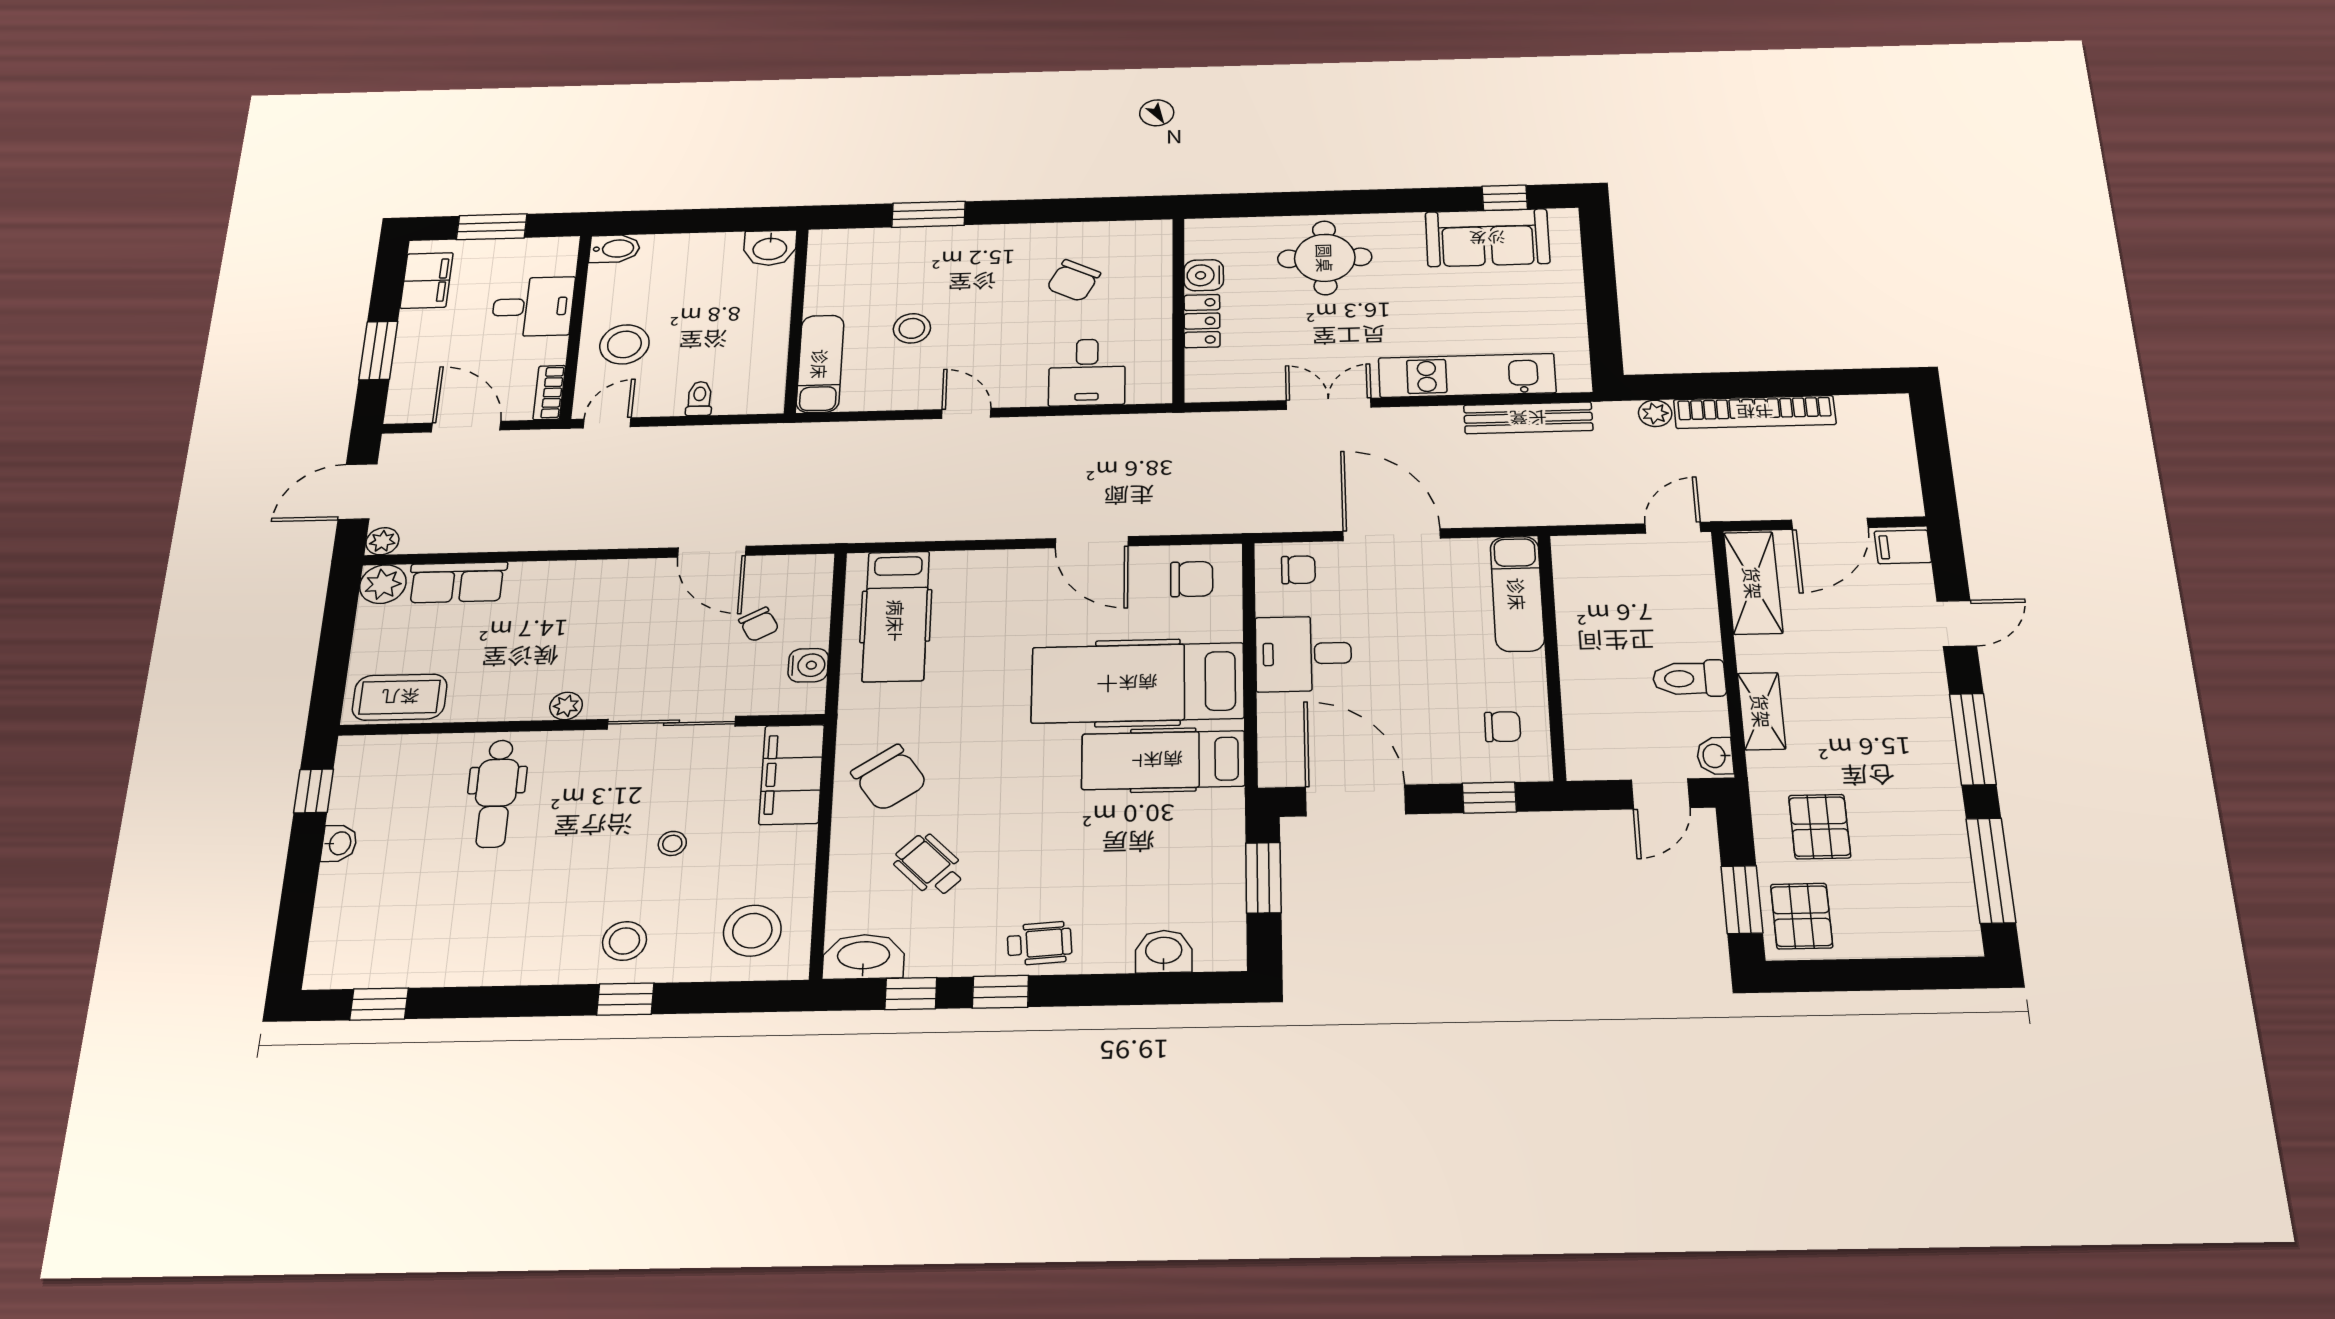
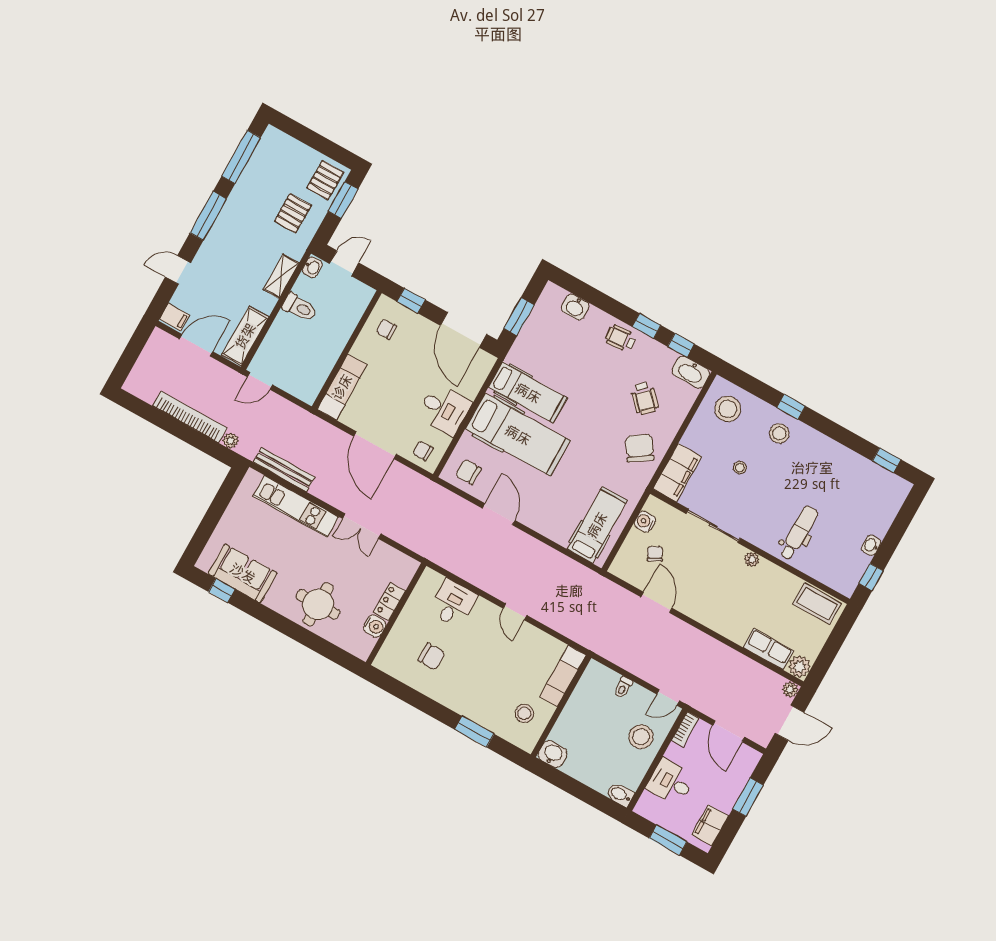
chair: (1074, 281) -> (432, 657), turned 63
stool: (912, 328) -> (524, 713), moved

